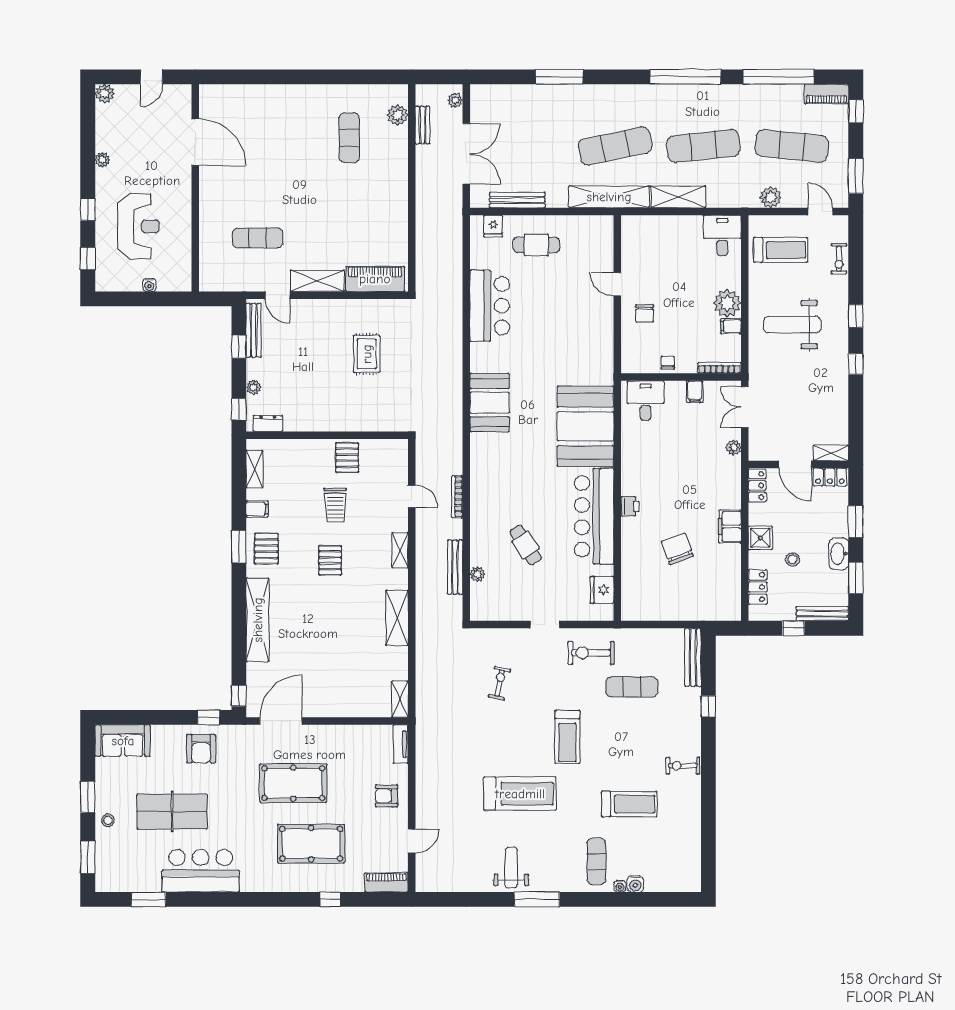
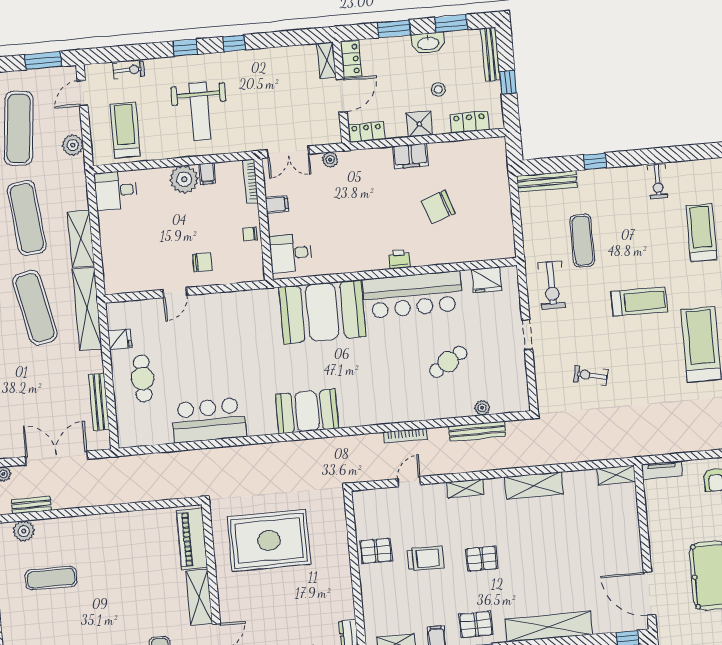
fridge: (493, 226) -> (120, 339), moved
rug: (367, 354) -> (269, 541), width x1.86, depth x2.06

